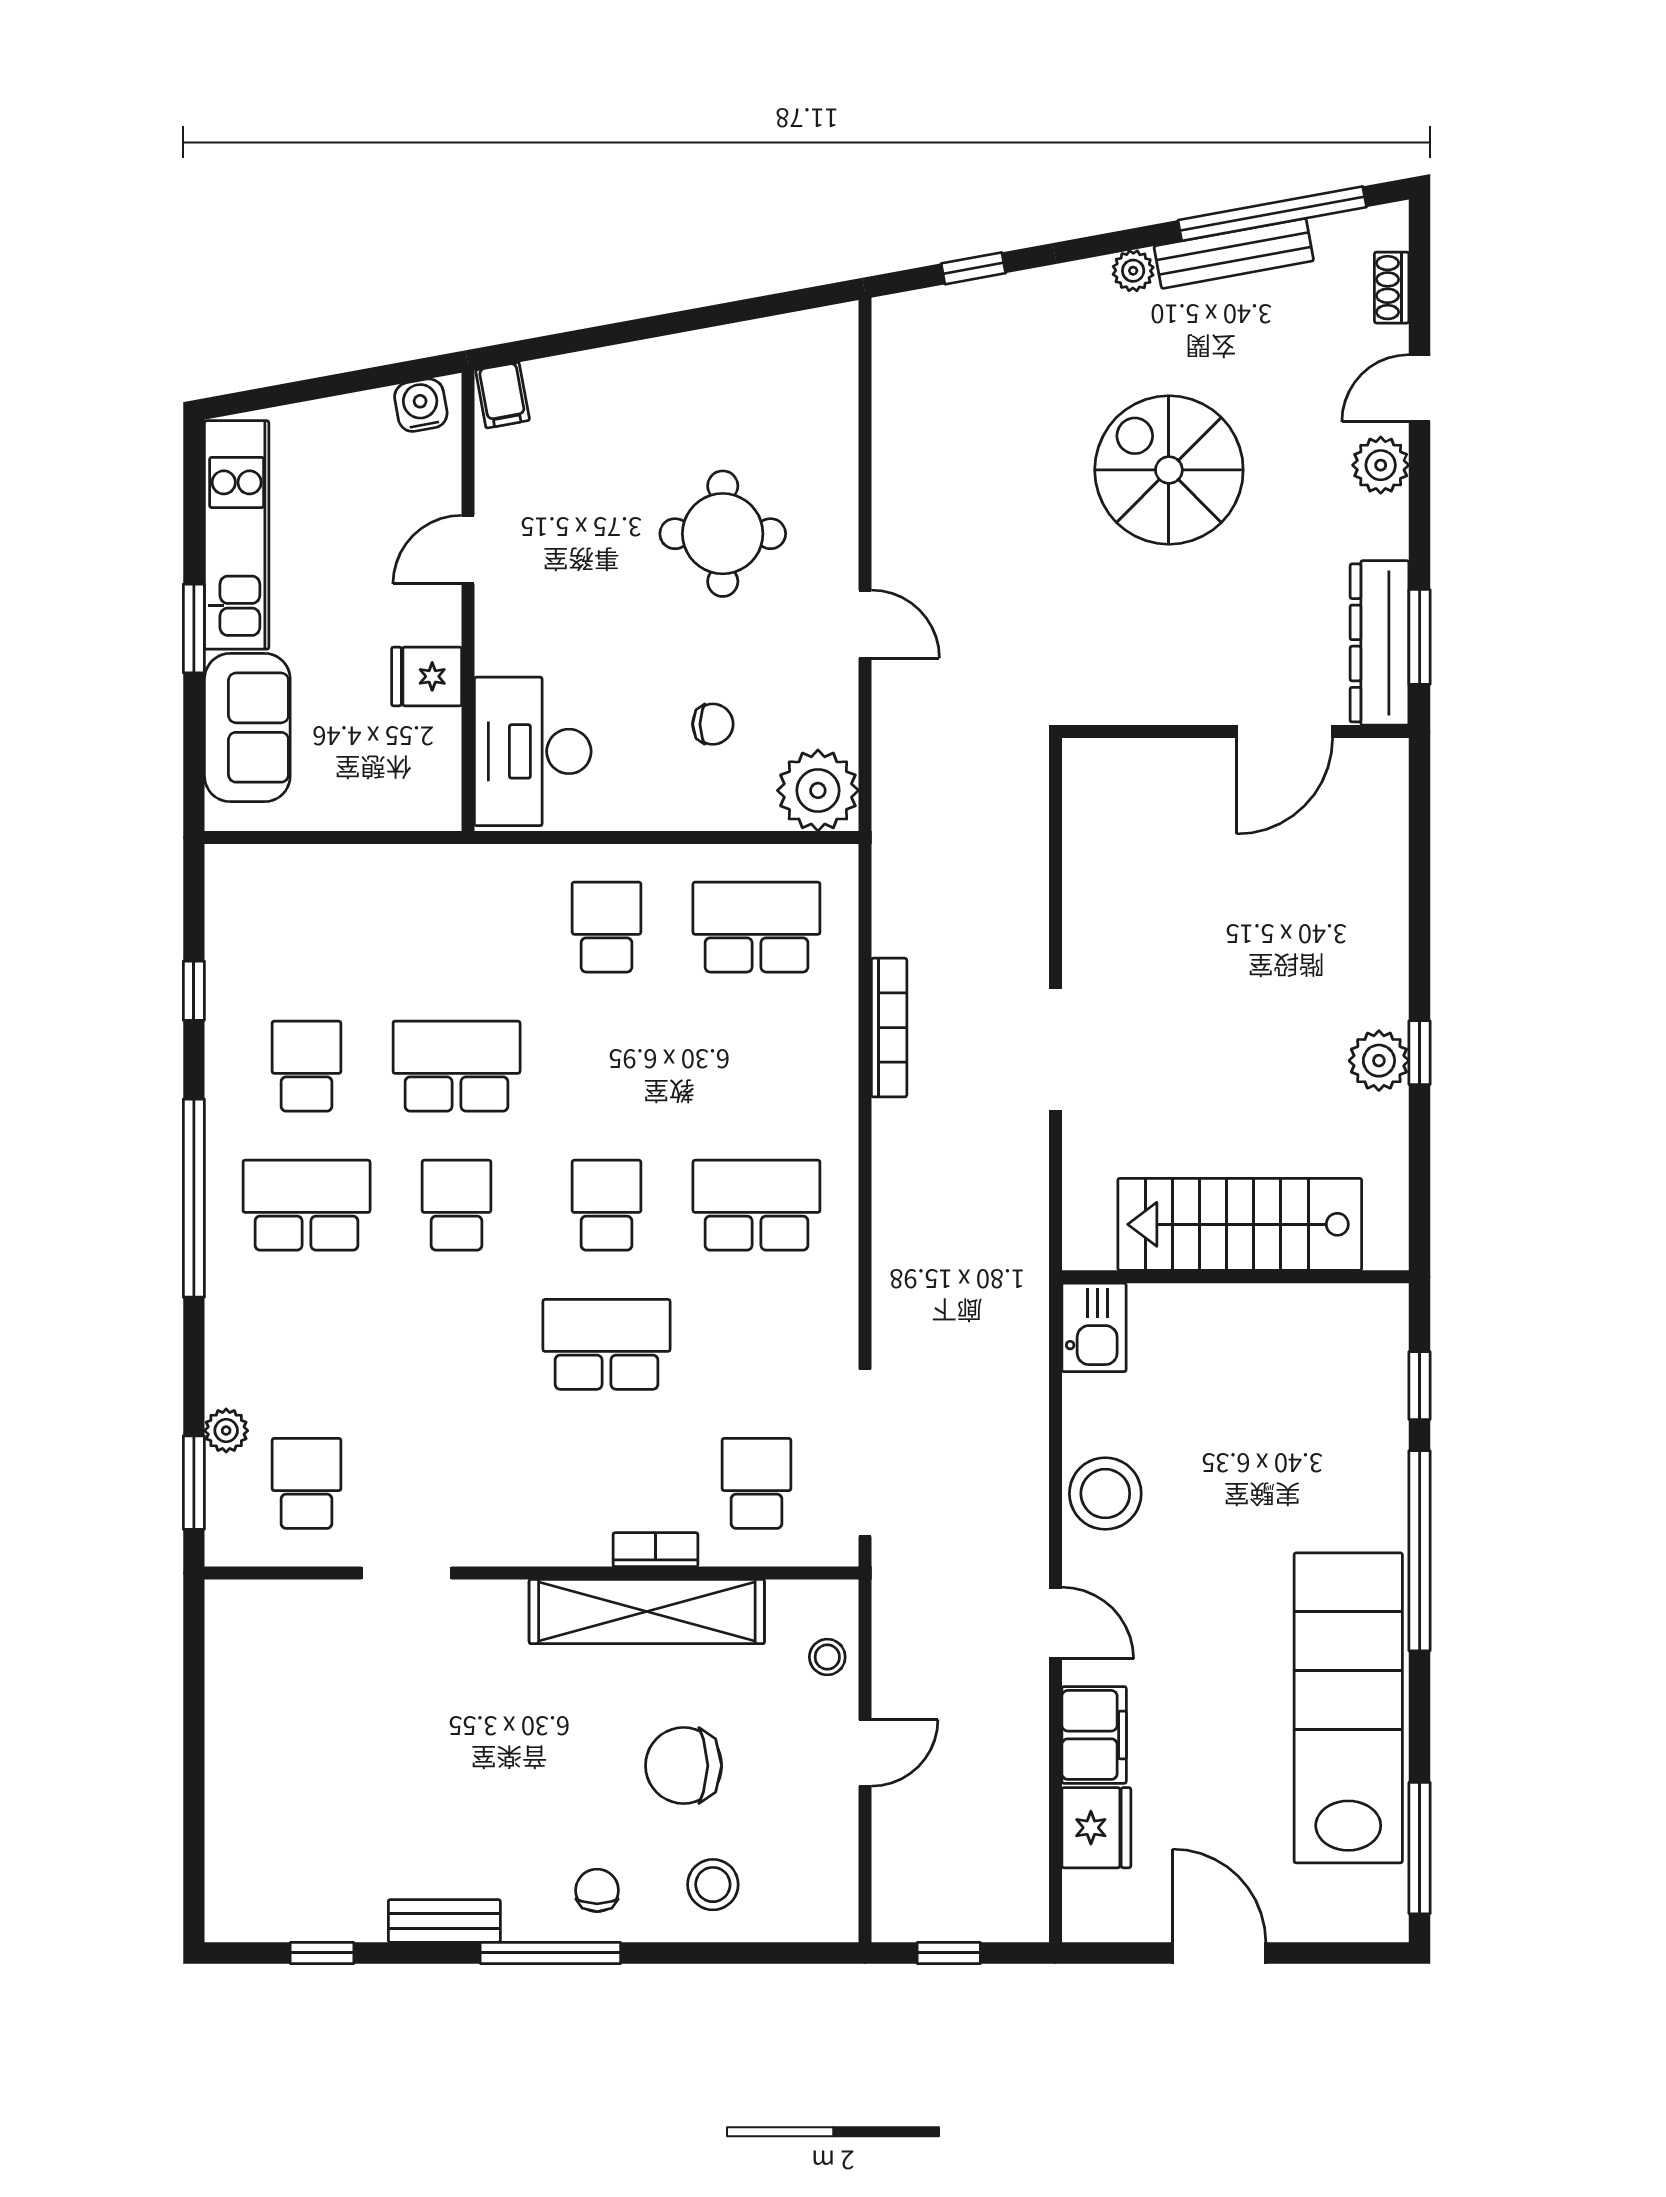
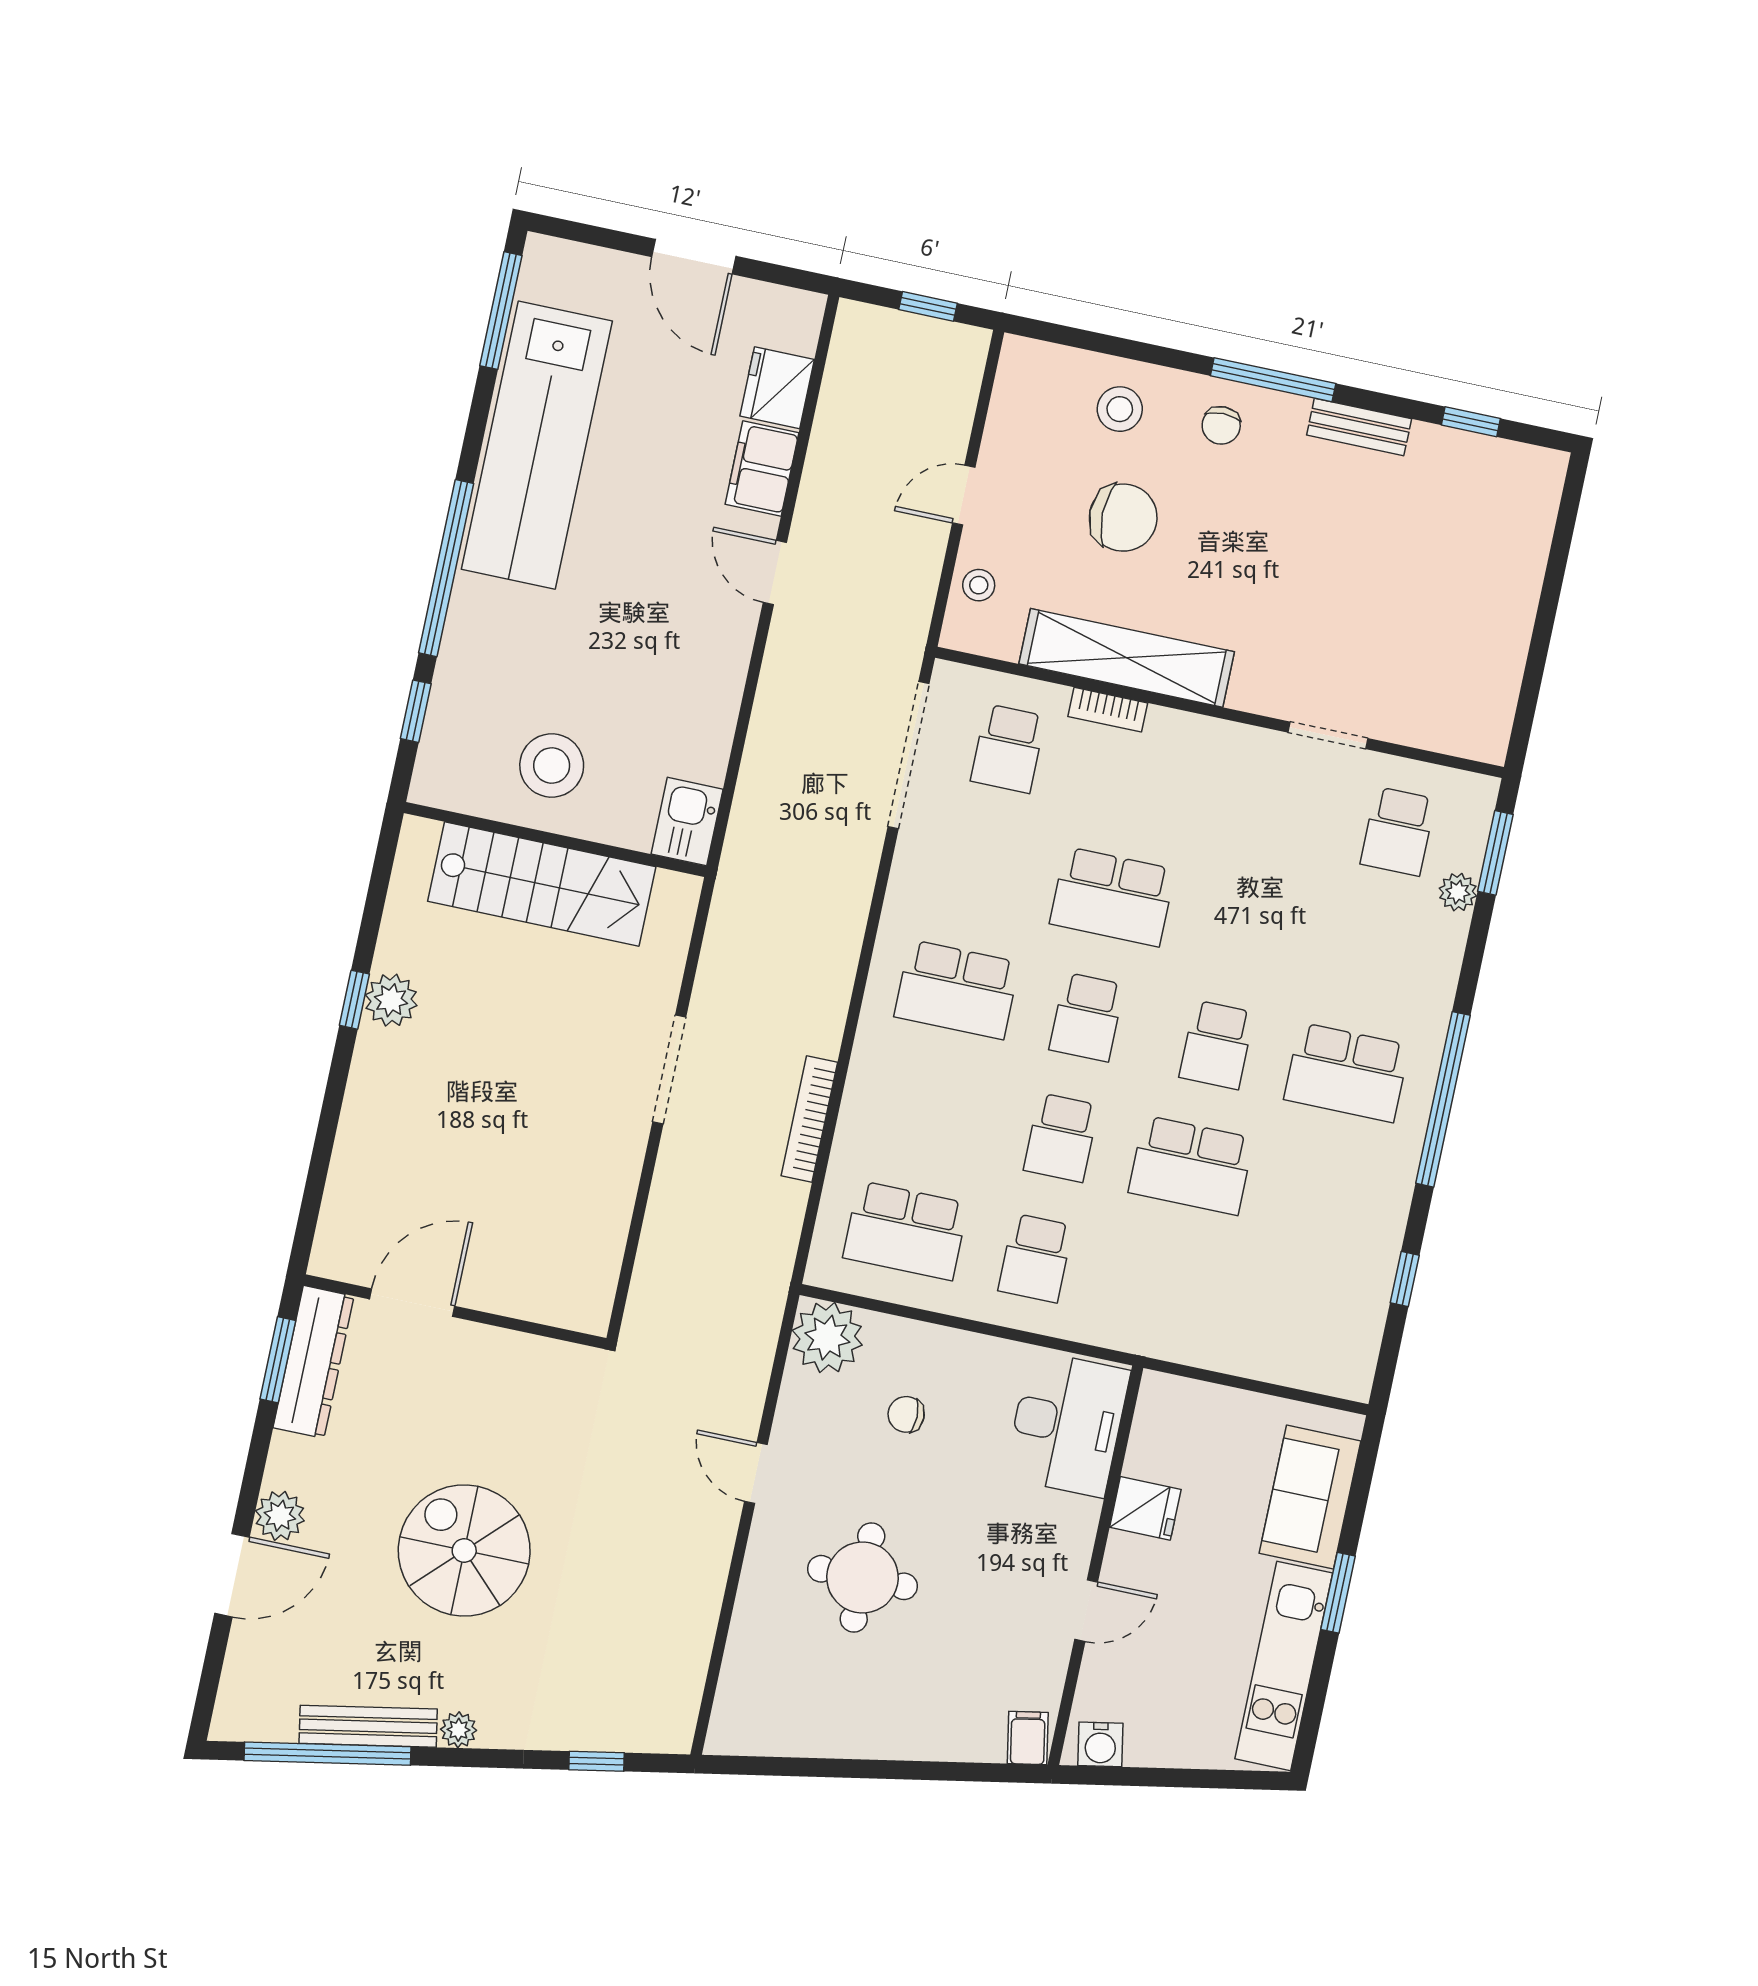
shoe rack: (1392, 288) -> (238, 1668), removed
door: (1420, 388) -> (232, 1575), width x1.38
spiral stairs: (1169, 470) -> (464, 1551), turned 180
school desk: (307, 1066) -> (1061, 1138), moved
stool: (1105, 1494) -> (552, 765), moved

